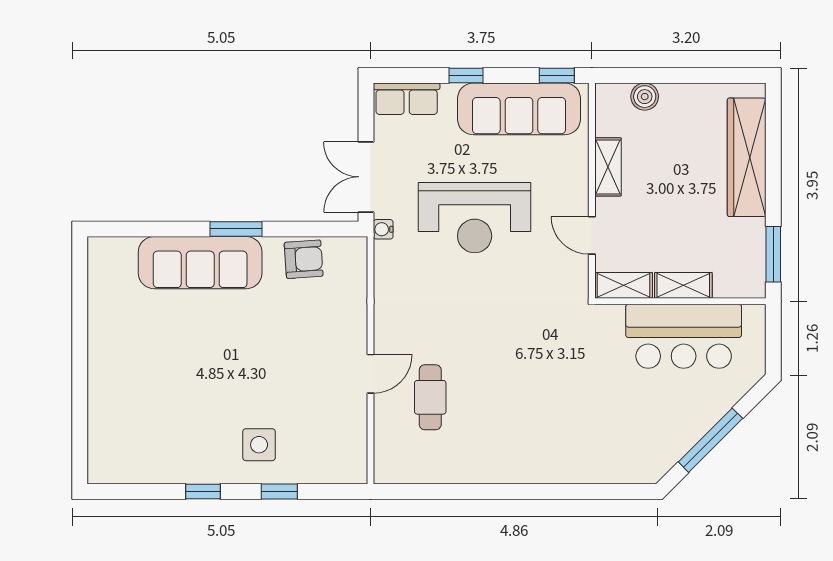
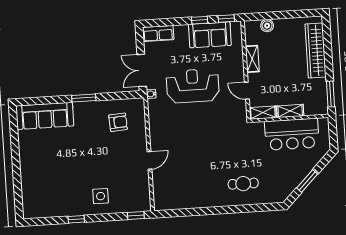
window: (466, 75) -> (200, 20), moved
sofa: (519, 109) -> (210, 35), width x0.73
reception desk: (475, 218) -> (193, 86), turned 180
armchair: (304, 259) -> (118, 122), moved
sofa: (200, 263) -> (45, 116), moved
cafe table: (430, 397) -> (243, 184), moved, turned 90
window: (710, 440) -> (307, 181), width x0.69
window: (279, 492) -> (136, 215), moved

